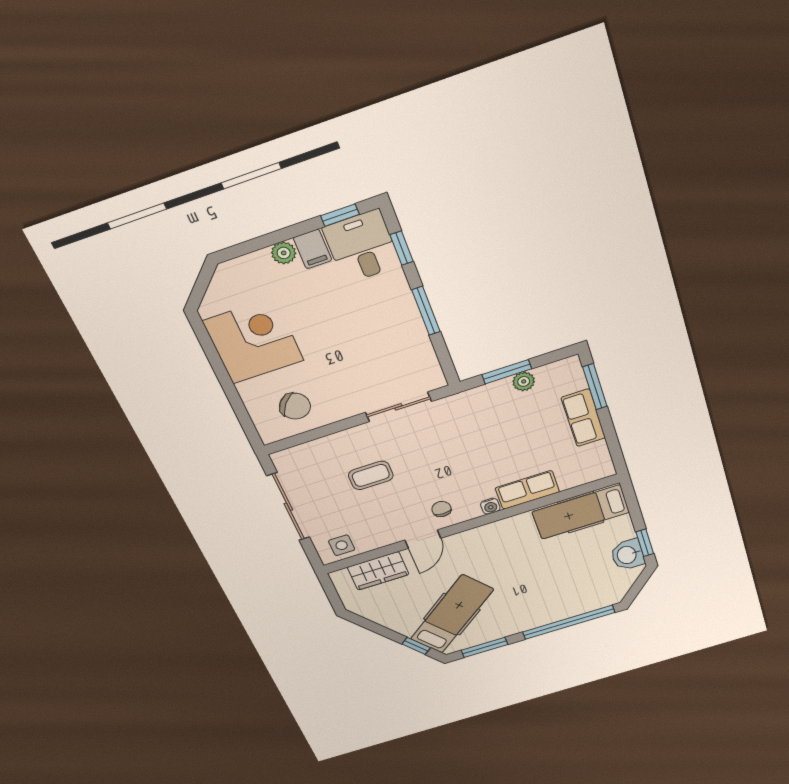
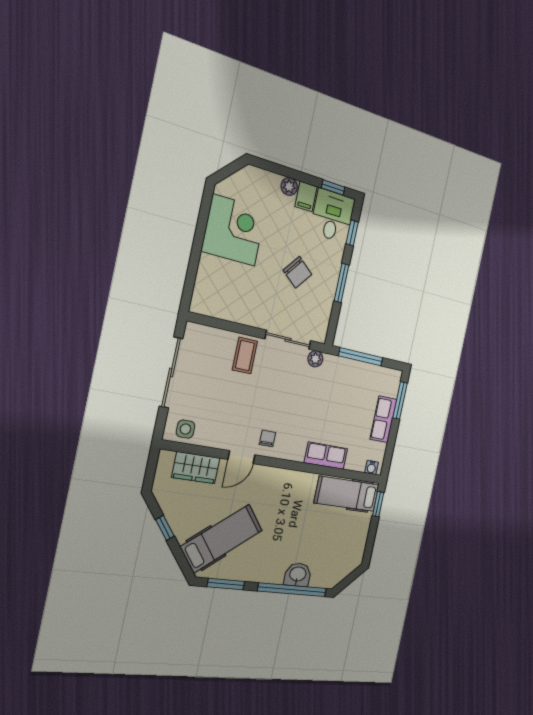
window: (507, 372) -> (361, 357), width x1.44
plant: (524, 381) -> (315, 359), moved
chair: (295, 406) -> (298, 272), moved
coffee table: (371, 475) -> (245, 356), moved, turned 90
water cooler: (490, 506) -> (371, 467), moved
window: (645, 543) -> (378, 504), moved
washbasin: (628, 555) -> (298, 575), moved, turned 90
window: (416, 646) -> (165, 528), moved

